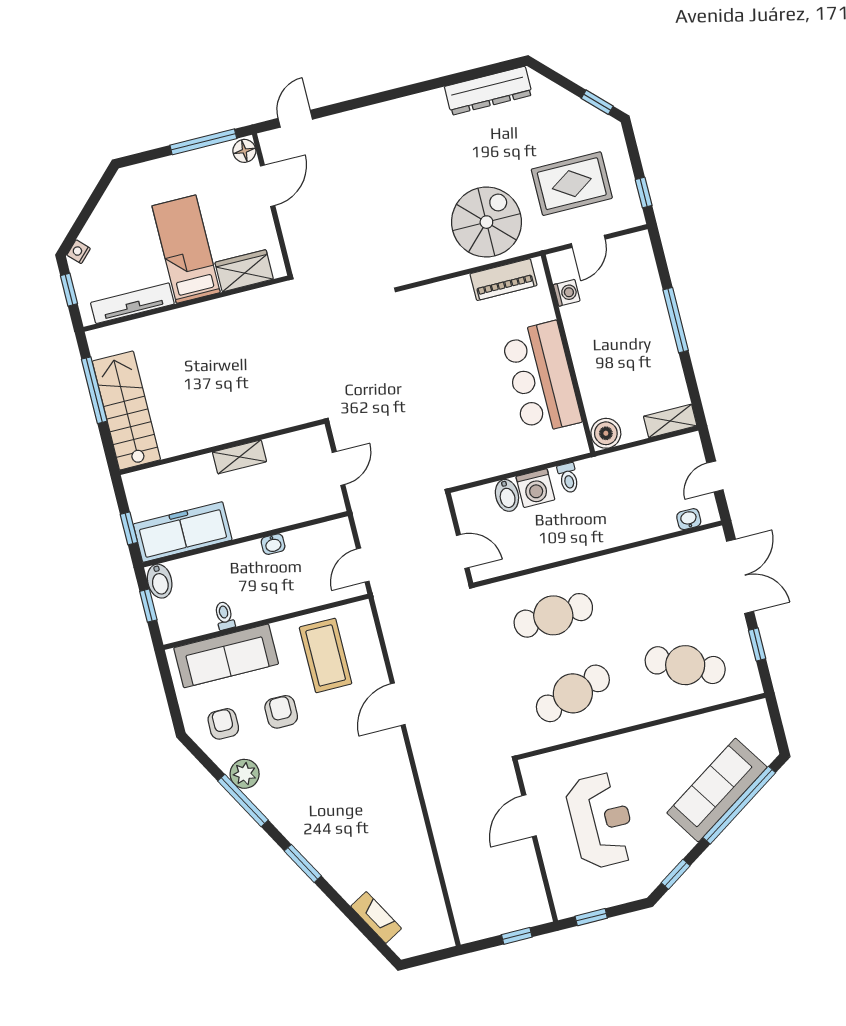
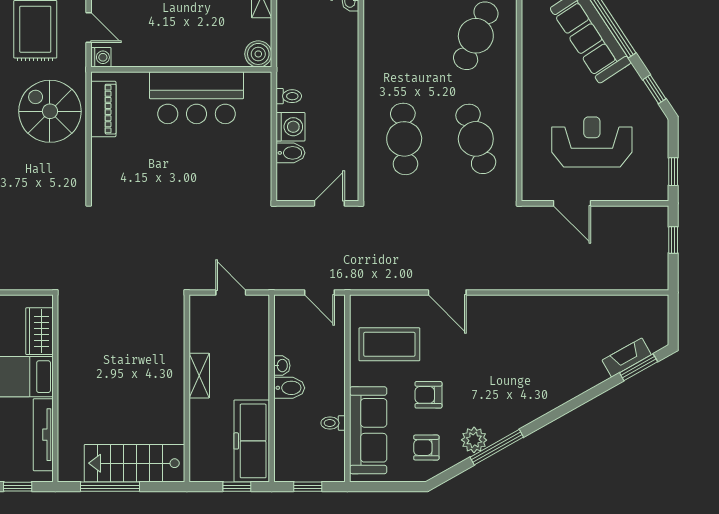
washing machine: (567, 293) -> (101, 57), moved, turned 90
bidet: (160, 581) -> (289, 388), moved
window: (303, 863) -> (639, 367), moved

